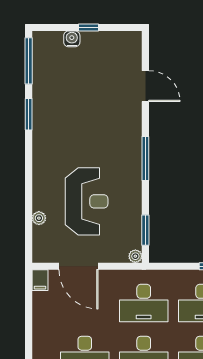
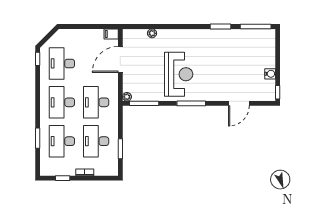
window: (88, 27) -> (278, 92), moved
water cooler: (72, 39) -> (270, 74), moved
reception desk: (87, 201) -> (179, 74), moved, turned -90
window: (145, 230) -> (144, 103), width x1.44

